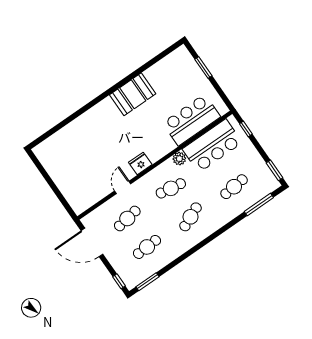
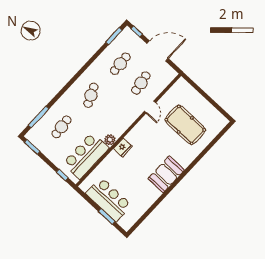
booth: (133, 94) -> (166, 174), moved
bar counter: (192, 120) -> (109, 199), moved, turned -90
pool table: (85, 157) -> (185, 125), added
fridge: (140, 163) -> (123, 148), moved
cafe table: (171, 188) -> (112, 115), removed
door: (92, 242) -> (158, 51), moved

